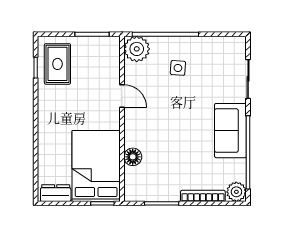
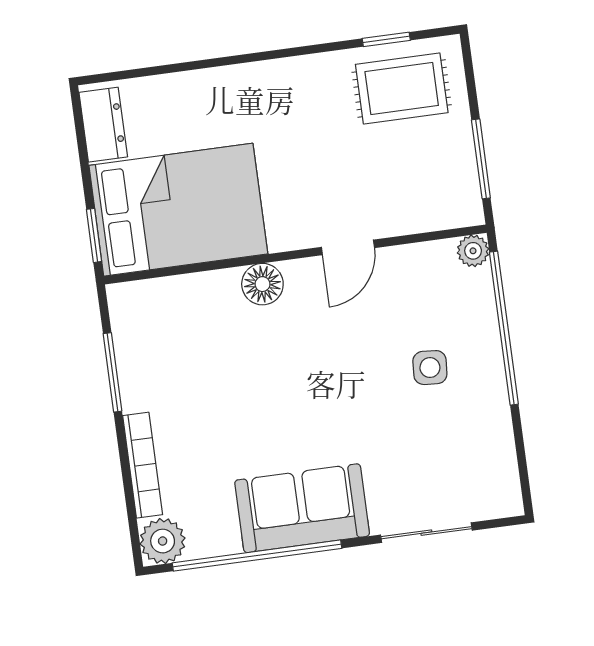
plant: (137, 49) -> (473, 251), width x0.53, depth x0.53
floor lamp: (133, 157) -> (262, 284), moved

